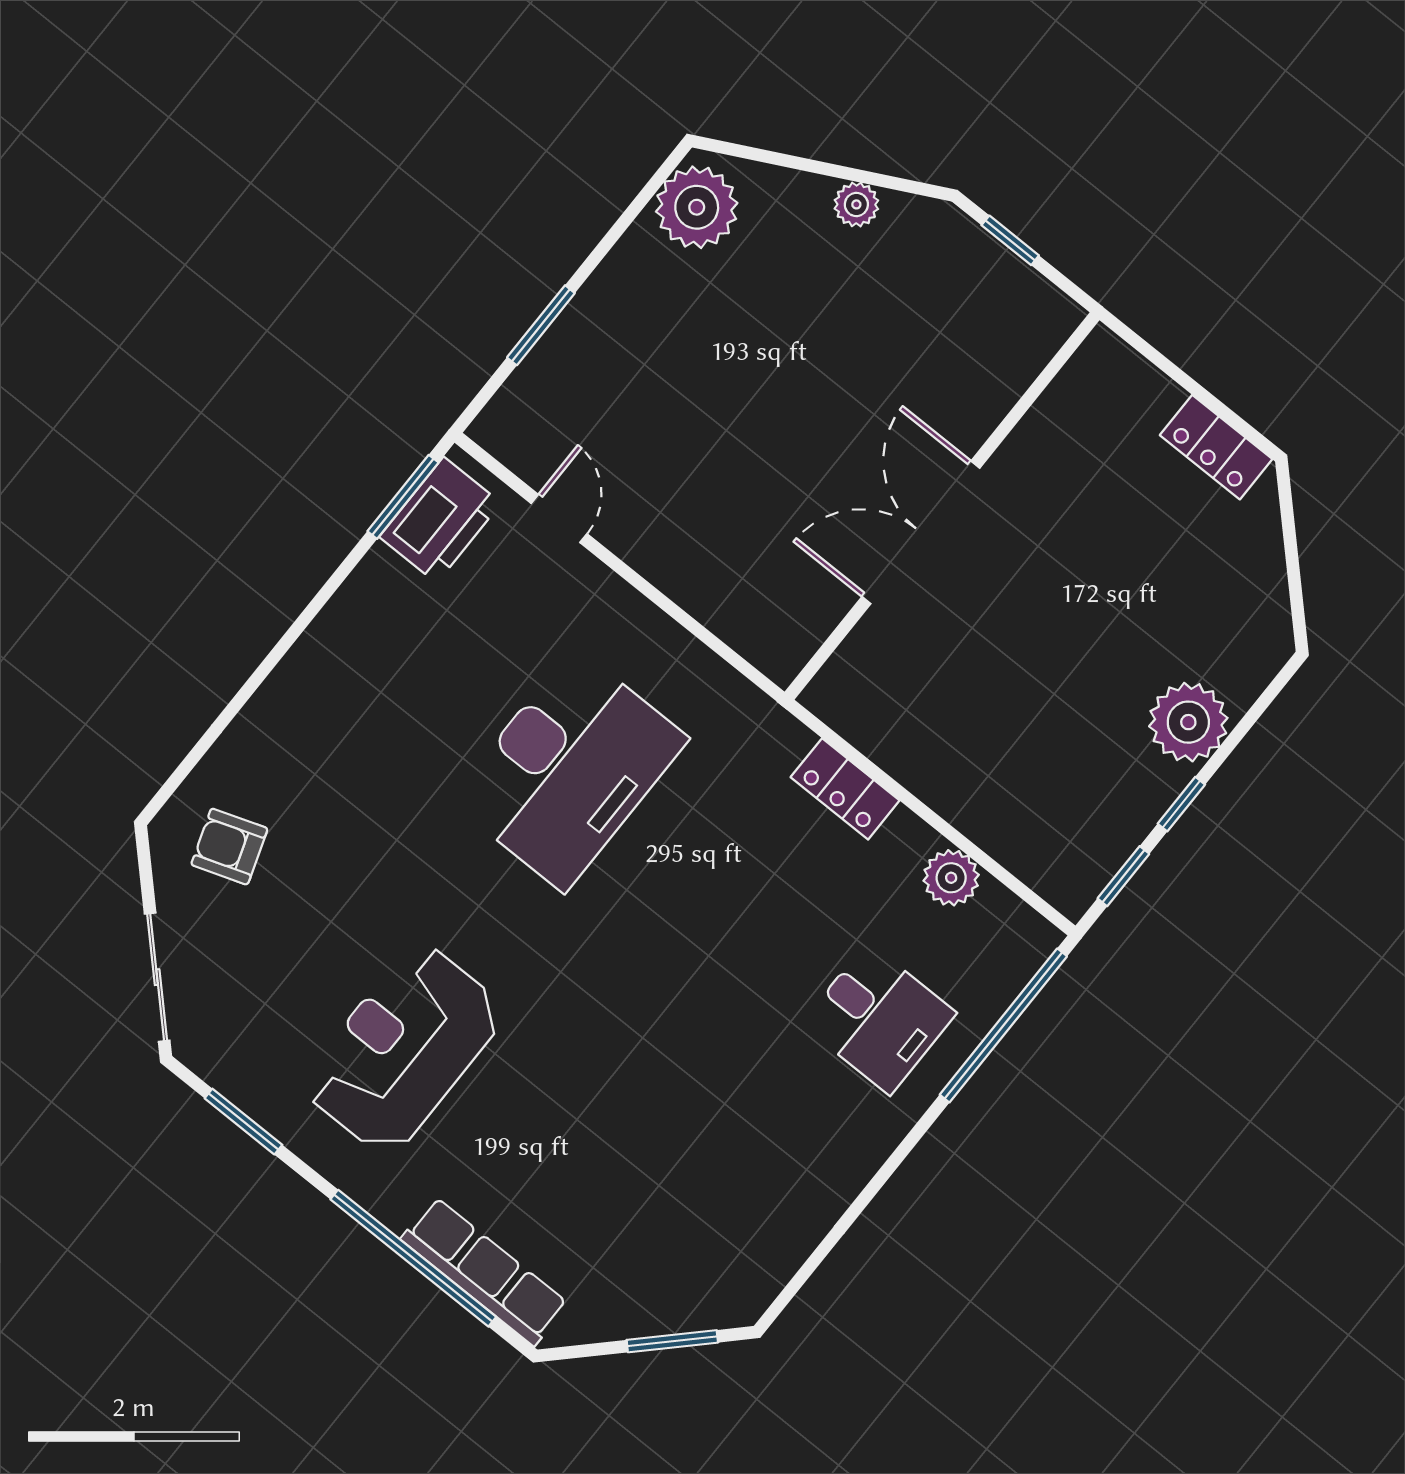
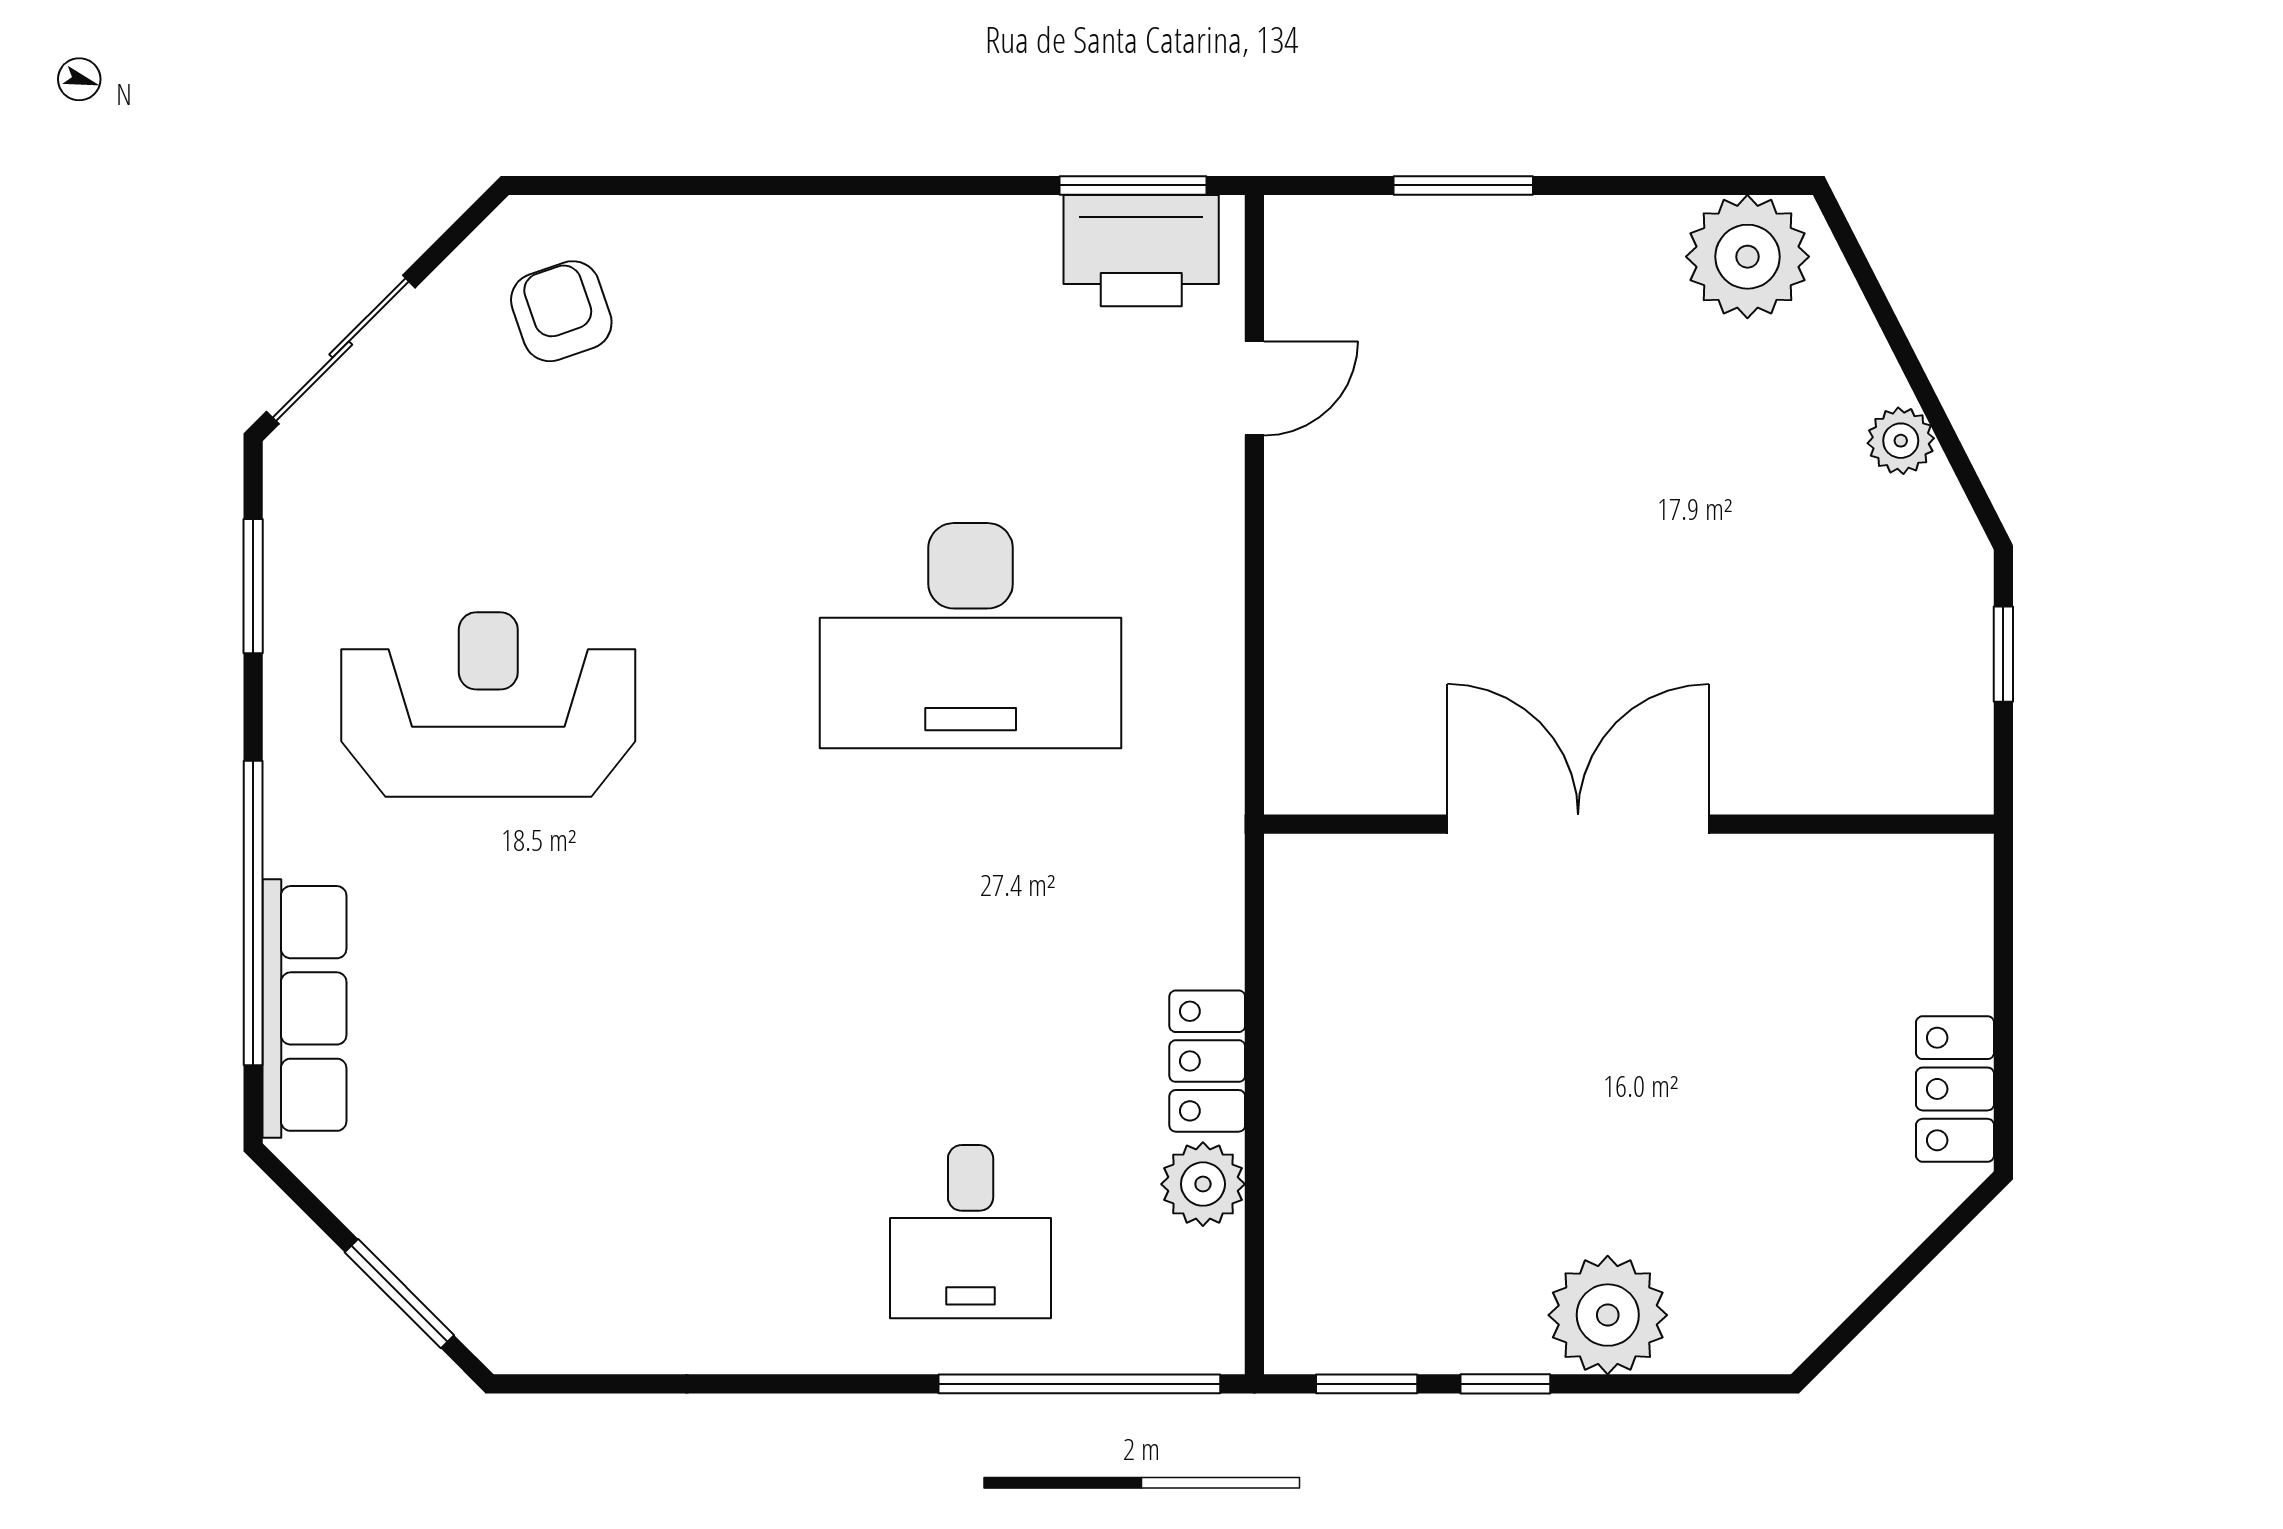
locker: (845, 789) -> (1207, 1061), moved

